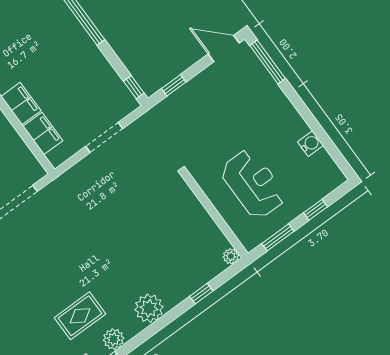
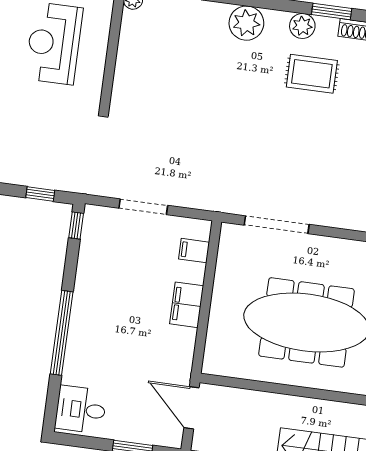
filing cabinet: (43, 133) -> (194, 251), width x0.50

